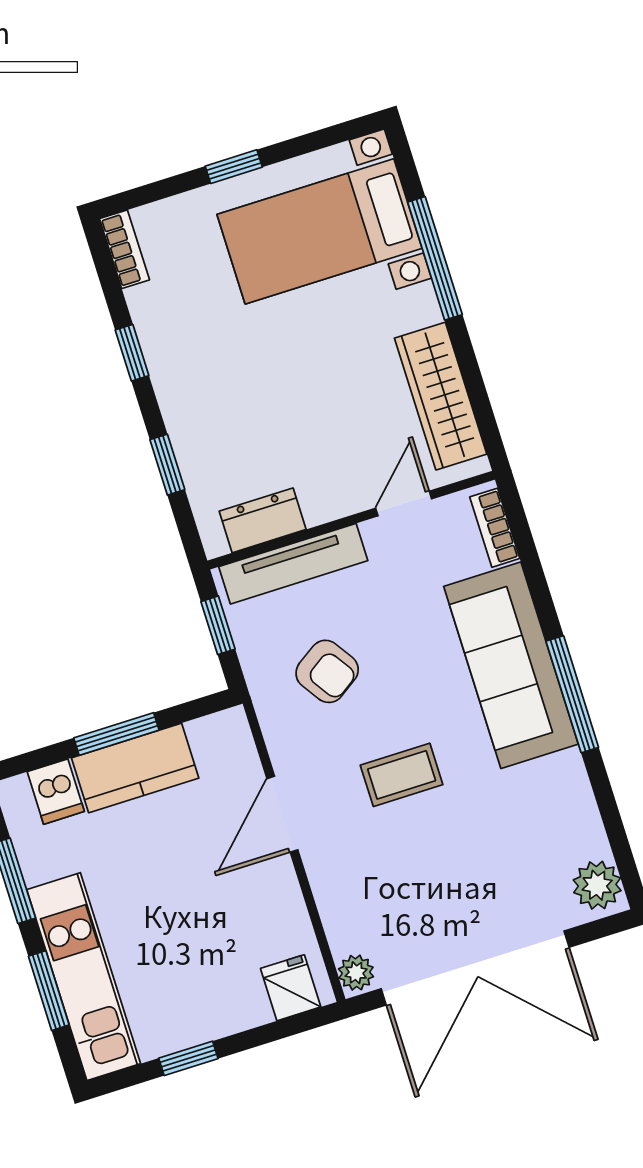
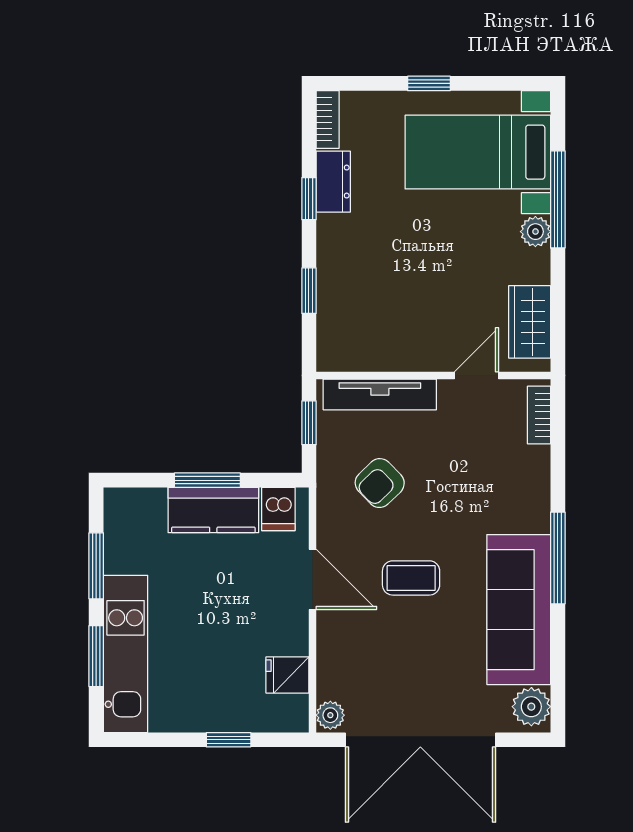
plant: (420, 306) -> (535, 232), added
wardrobe: (441, 396) -> (530, 322), width x0.67
dresser: (263, 520) -> (333, 182), moved, turned 90
sofa: (511, 665) -> (519, 610), moved
armchair: (327, 671) -> (380, 483), turned 80
dishwasher: (56, 792) -> (278, 509), moved
door: (282, 814) -> (313, 579), swing flipped
fridge: (291, 988) -> (287, 675), moved, turned -90
window: (188, 1058) -> (229, 740), moved

